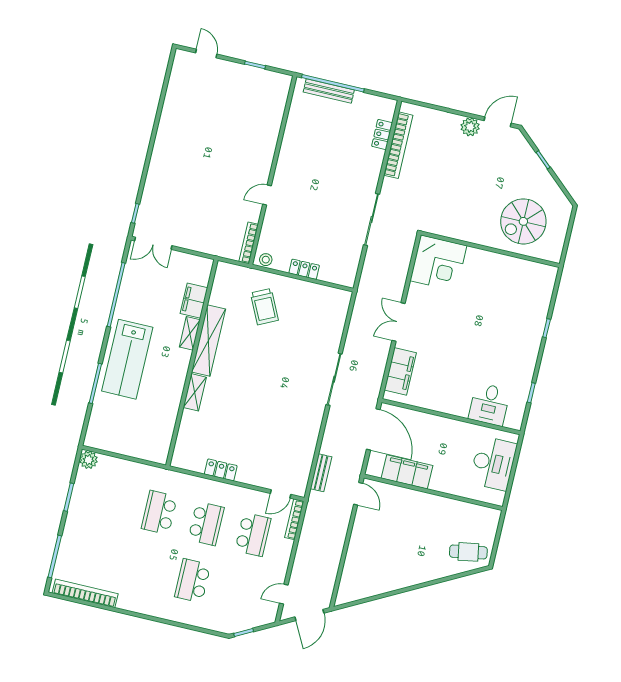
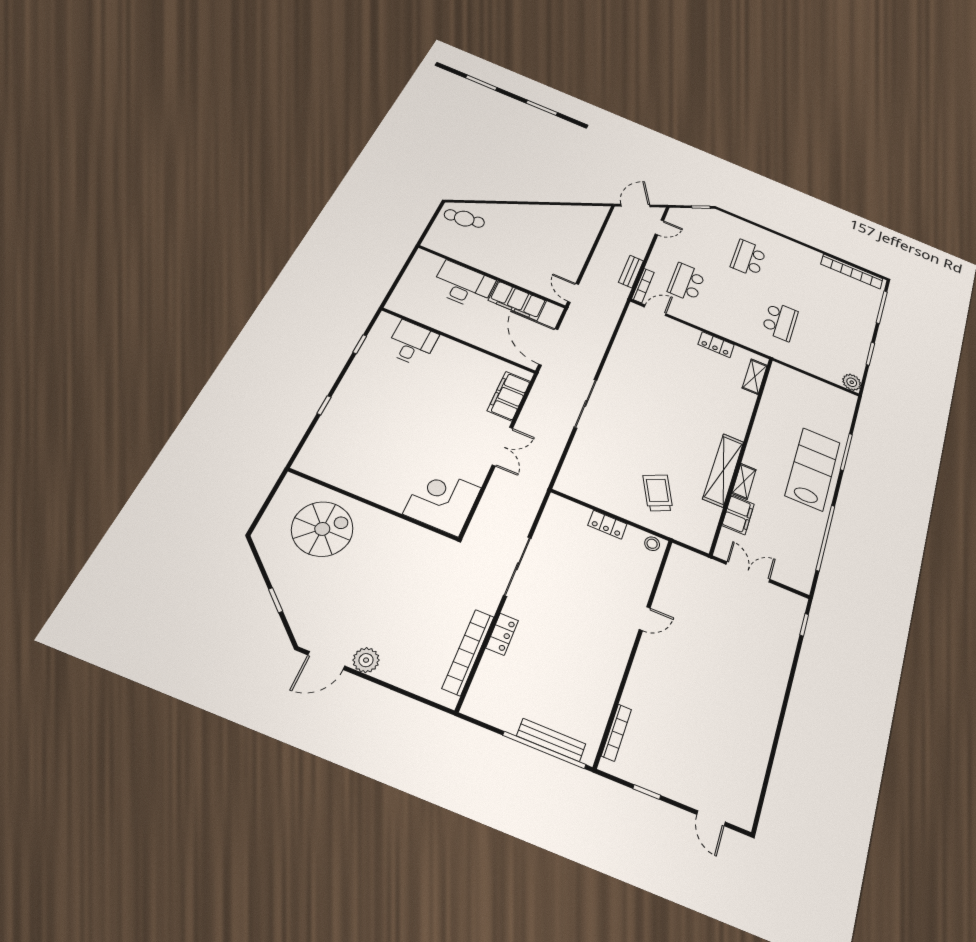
locker: (382, 134) -> (502, 634), moved
double door: (153, 243) -> (748, 572), moved
bookcase: (249, 243) -> (616, 733), moved
shelving: (195, 392) -> (755, 377), moved
desk: (493, 463) -> (463, 285), moved, turned 90
bench: (321, 473) -> (631, 272), moved
school desk: (206, 523) -> (733, 302), removed
school desk: (193, 581) -> (748, 258), turned 180

